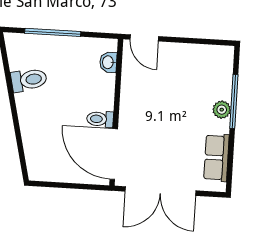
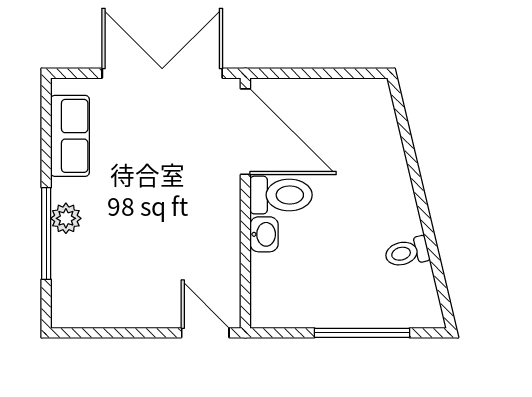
washbasin: (108, 62) -> (264, 234), moved
toilet: (29, 80) -> (407, 252), width x0.73, depth x0.72
toilet: (100, 119) -> (281, 195), width x1.37, depth x1.39

